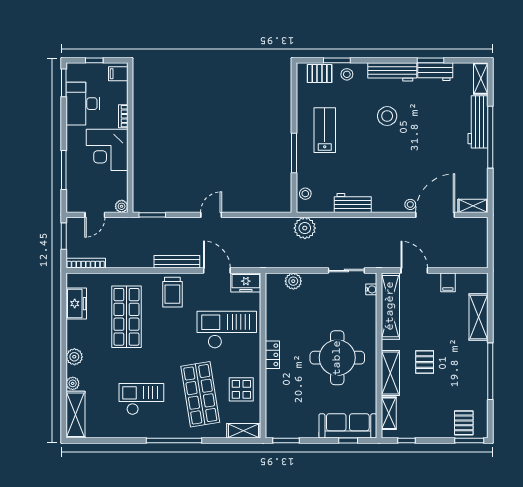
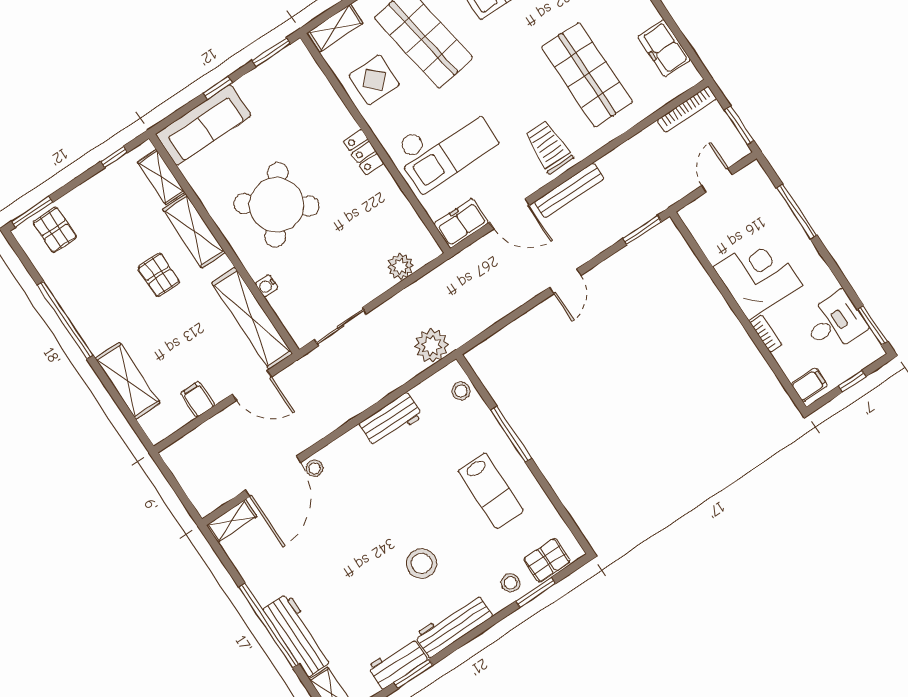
desk: (83, 104) -> (835, 322), width x0.73
plant: (122, 206) -> (690, 215), removed
water cooler: (371, 289) -> (267, 286), moved
round table: (337, 358) -> (276, 205), turned 36
window: (348, 441) -> (218, 88), moved

